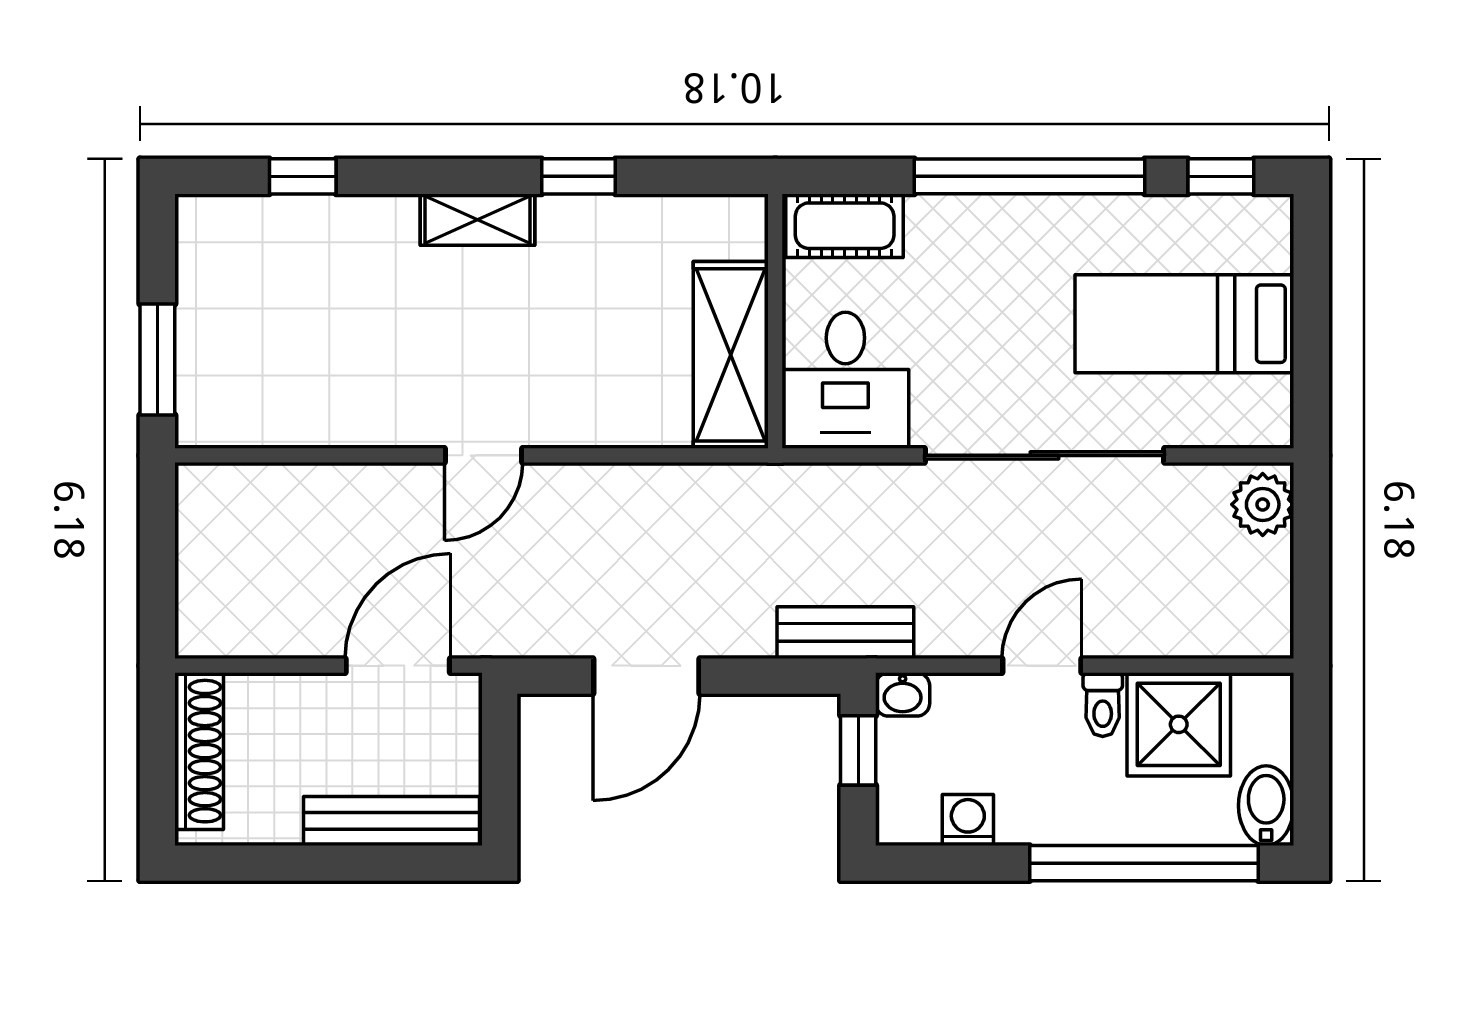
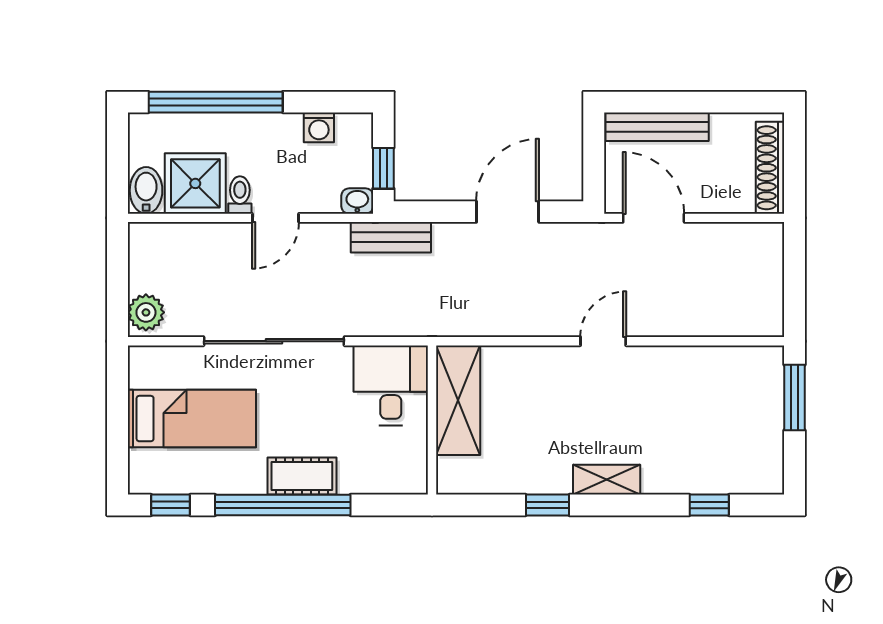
cot: (845, 226) -> (302, 476), moved
door: (398, 666) -> (654, 218), swing flipped
bidet: (1266, 806) -> (146, 190), moved, turned 180

